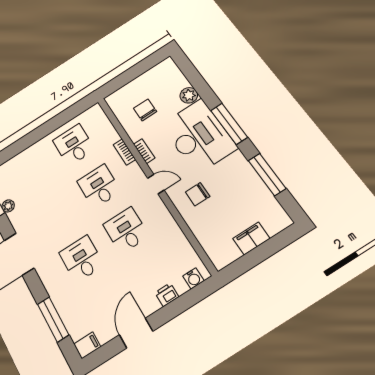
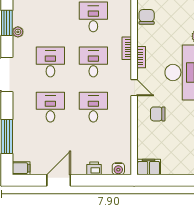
chair: (145, 110) -> (147, 17), moved
desk: (56, 214) -> (50, 62), added
filing cabinet: (251, 238) -> (149, 167), moved

